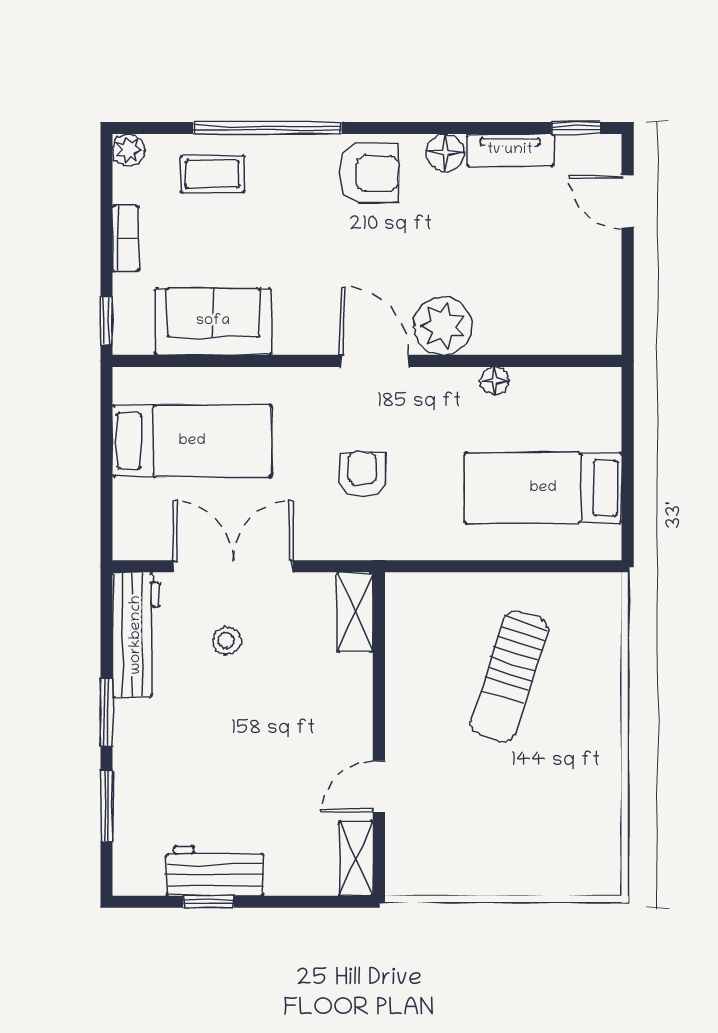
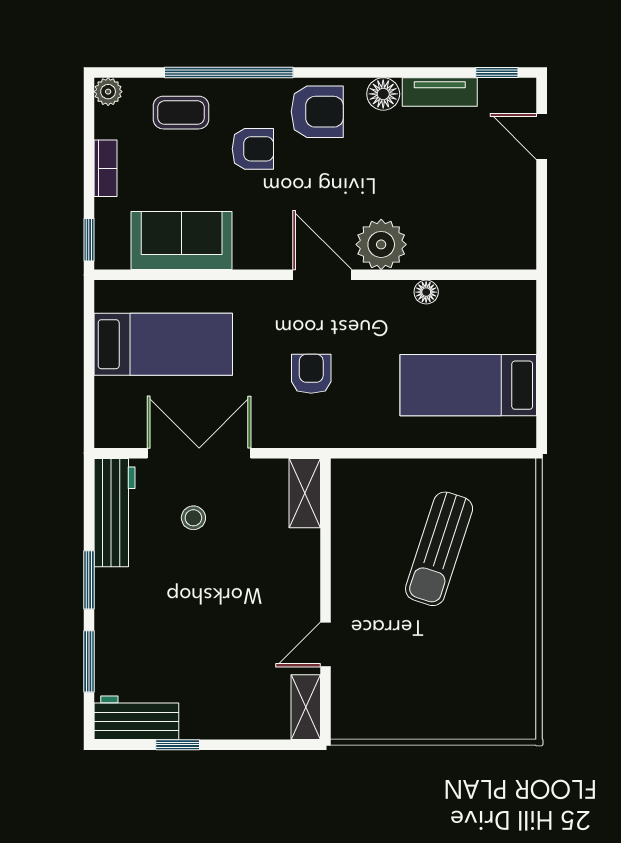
armchair: (295, 216) -> (253, 149), added
workbench: (215, 871) -> (136, 718), moved

